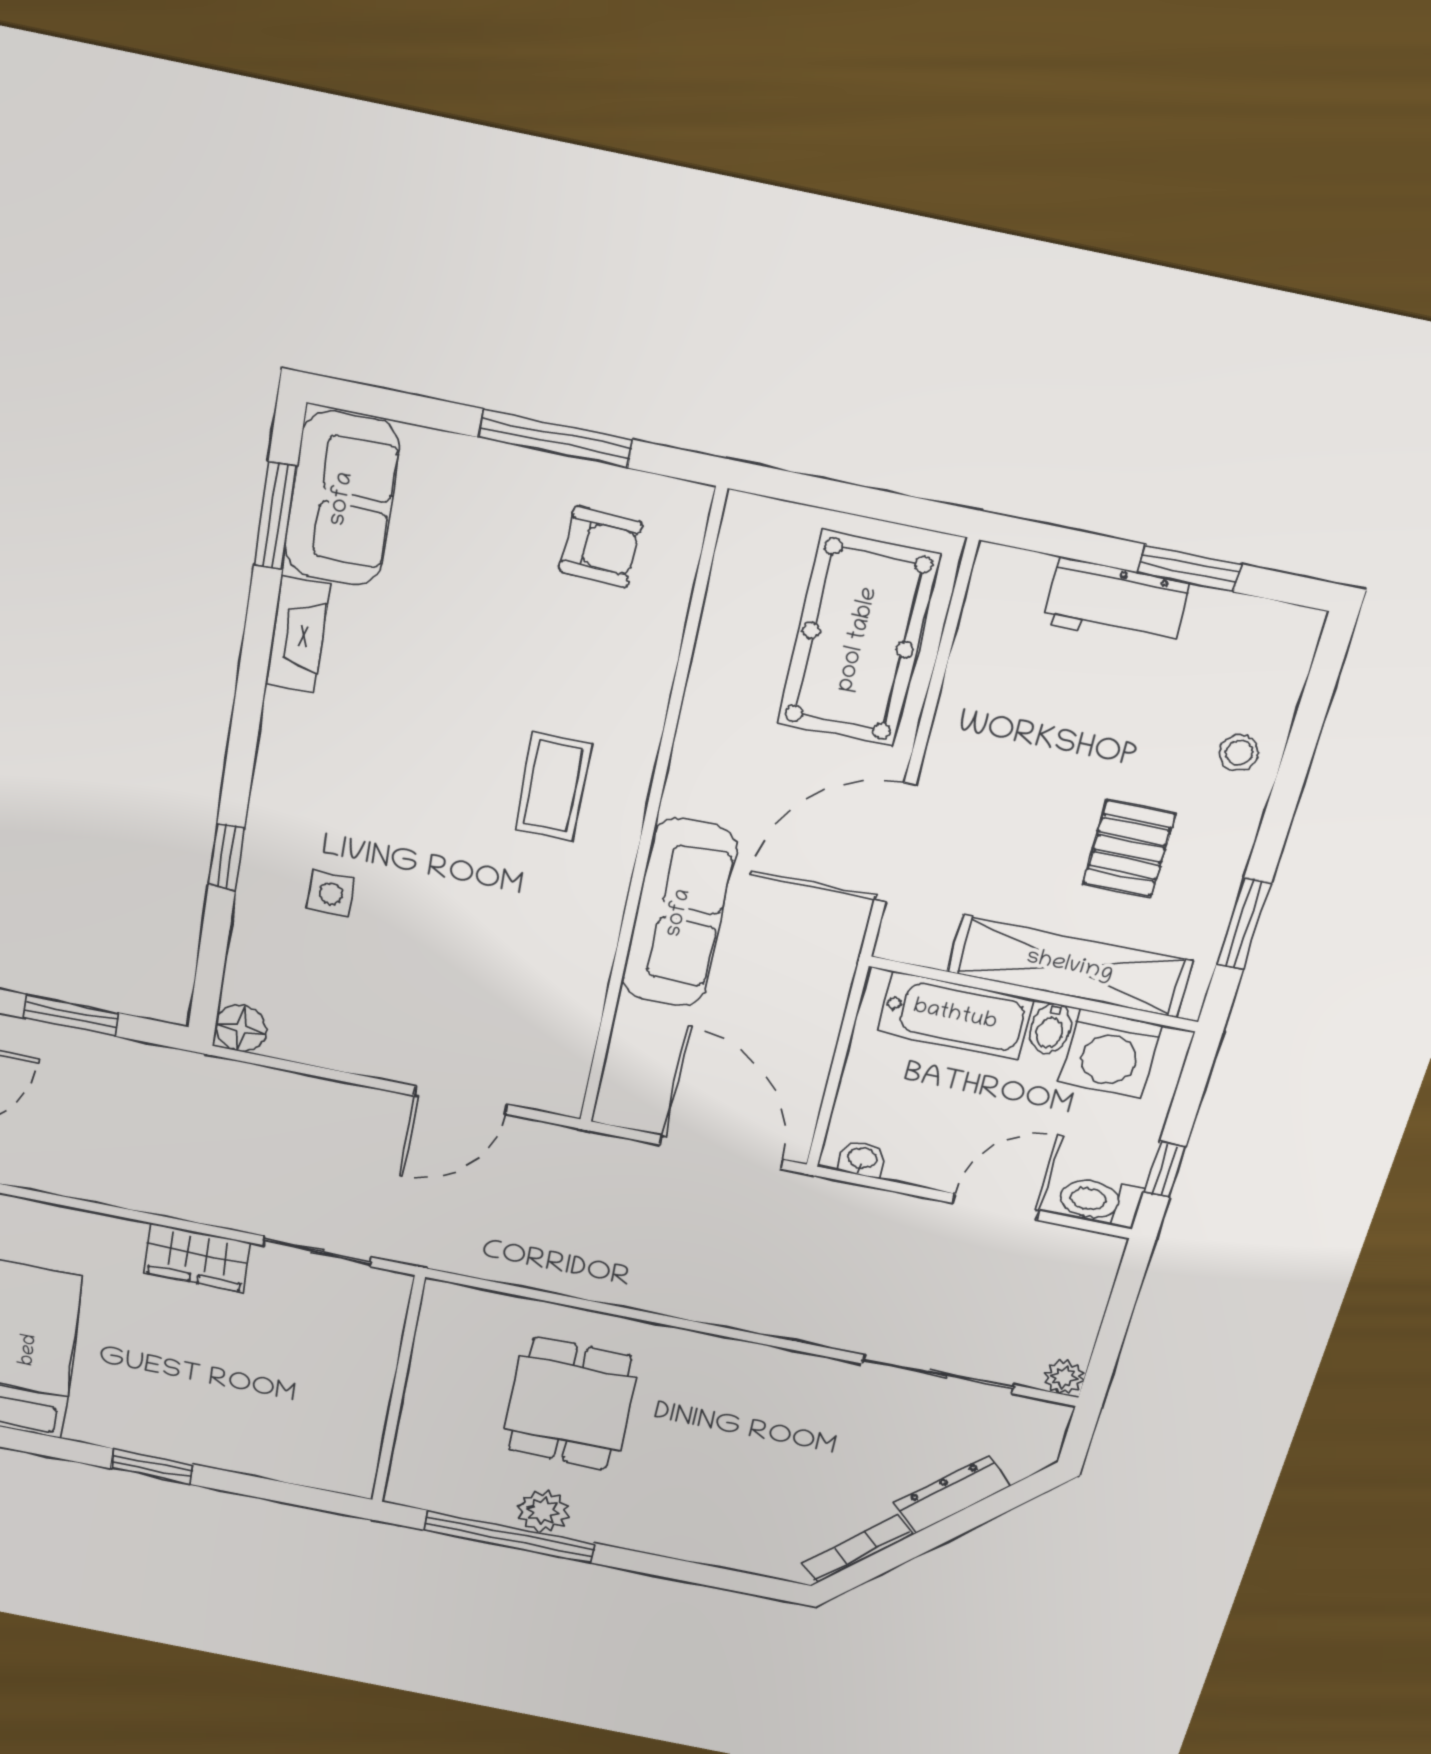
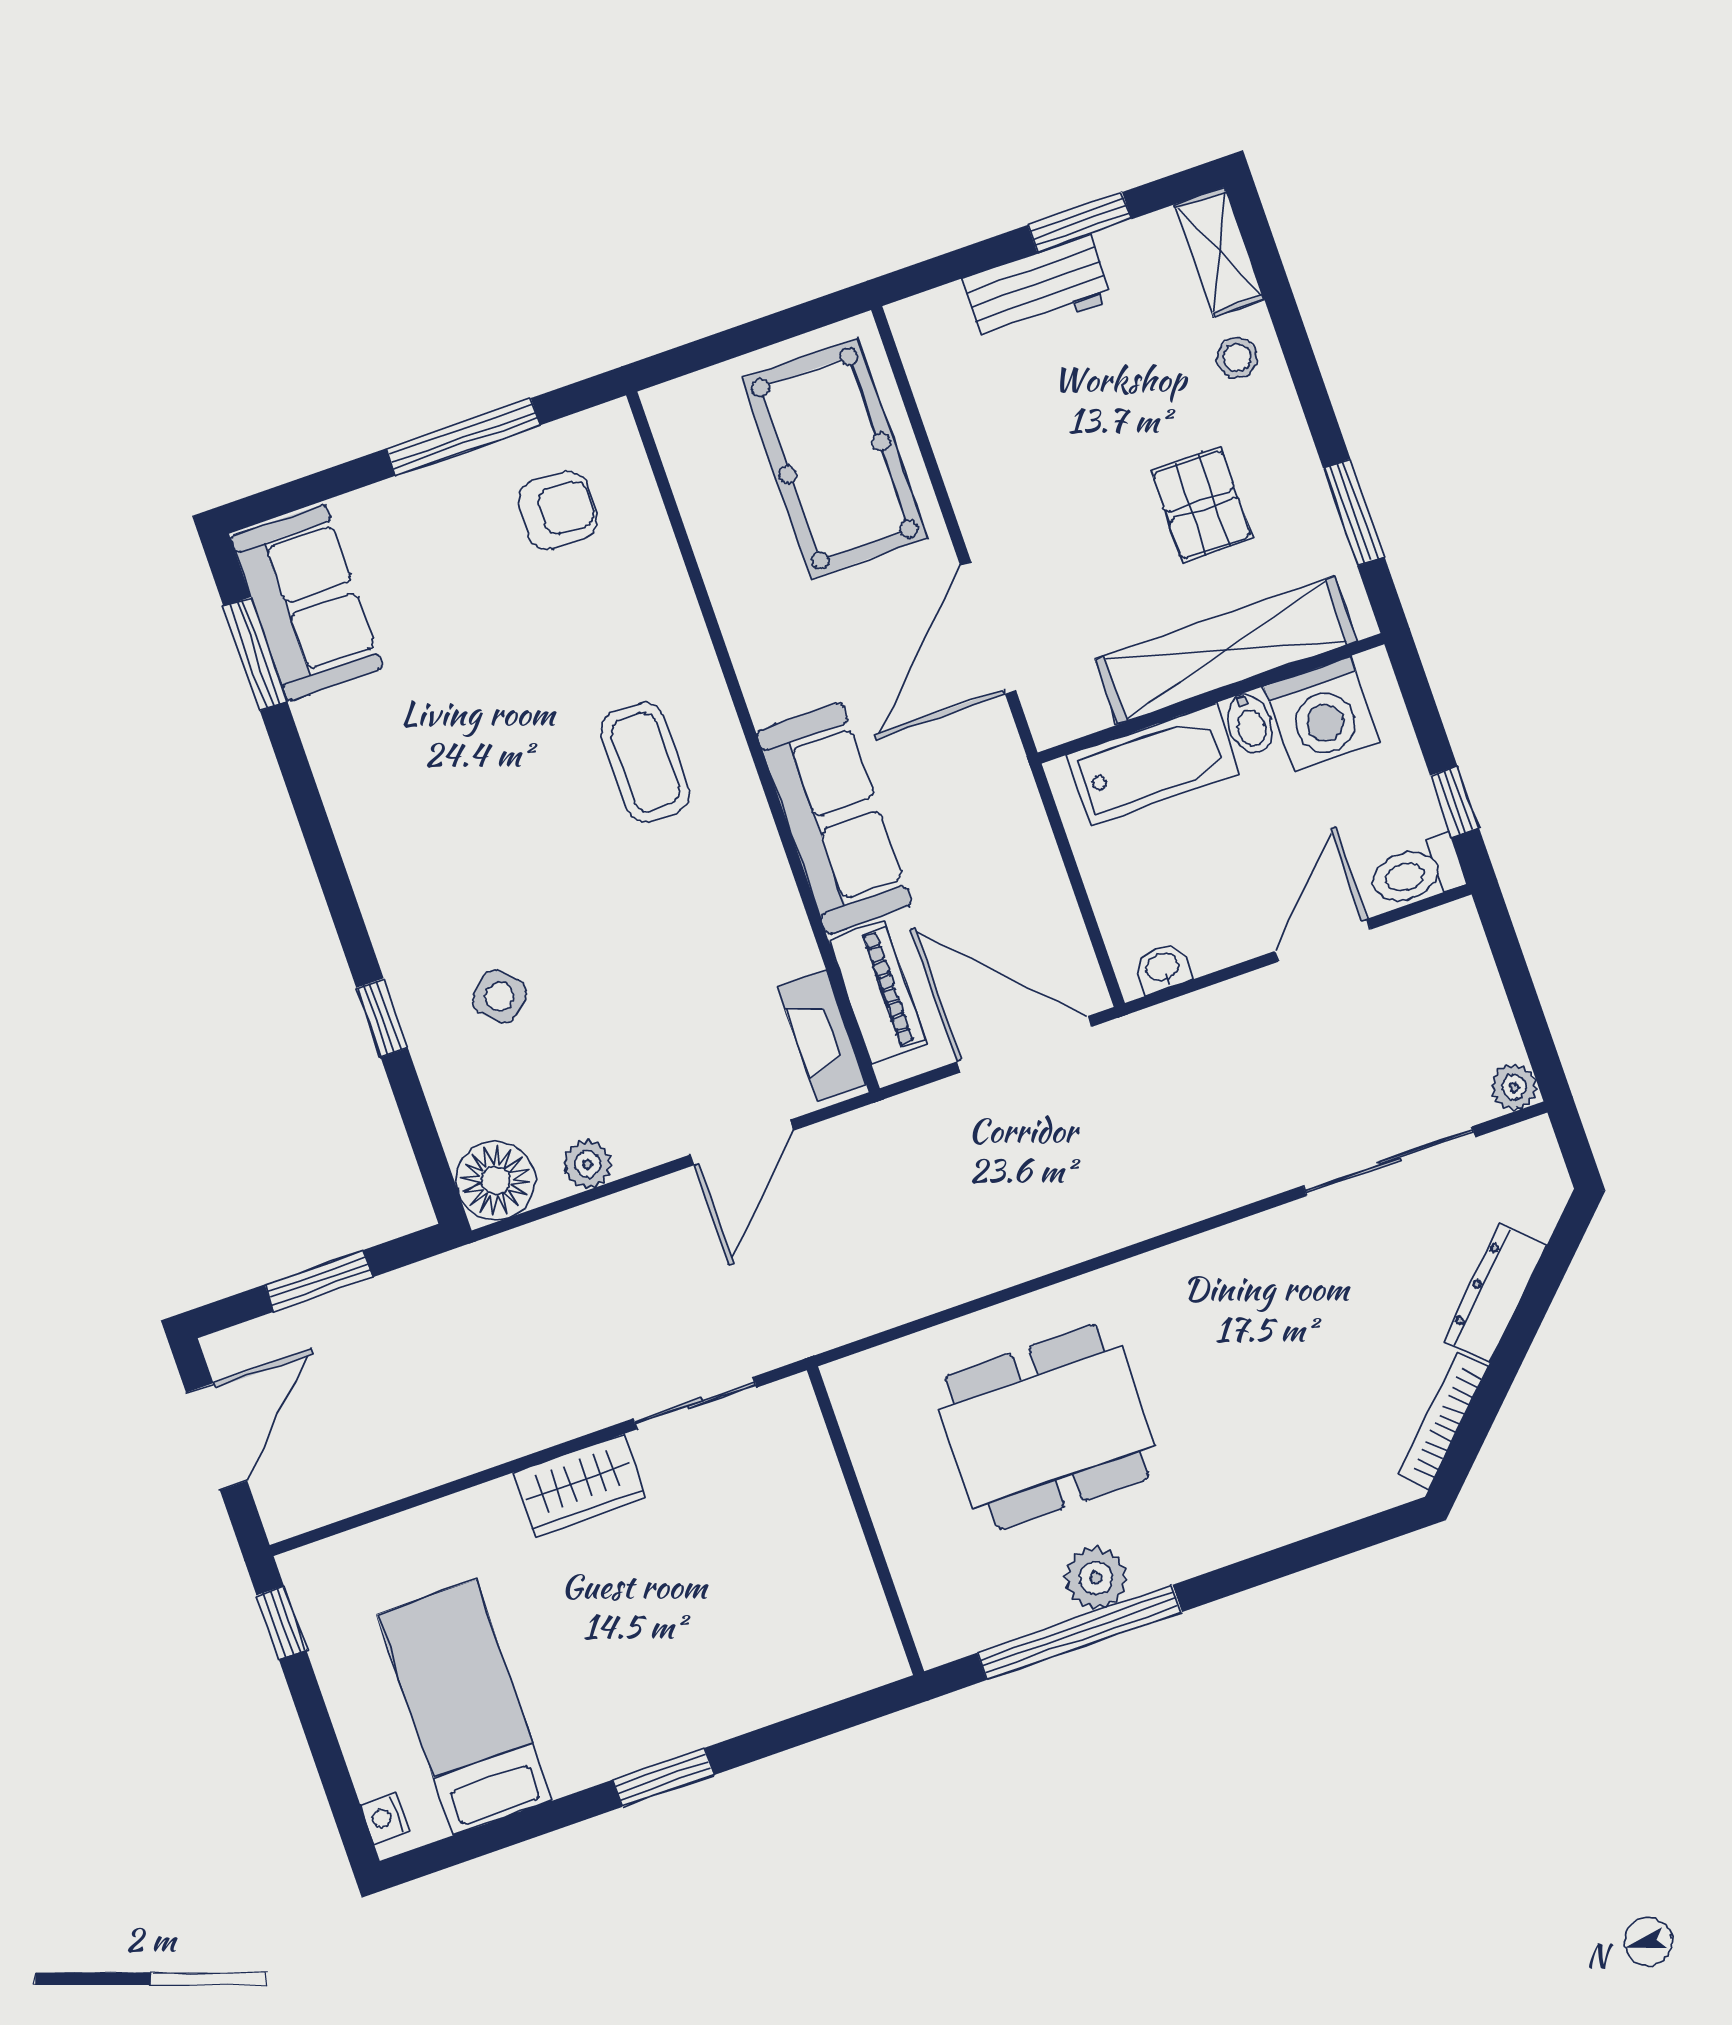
fireplace: (297, 635) -> (822, 1035), moved, turned 180
shelving: (1286, 661) -> (1219, 252), added
side table: (331, 894) -> (499, 996), turned 45
floor lamp: (241, 1028) -> (496, 1180), width x1.38, depth x1.38
plant: (331, 1050) -> (588, 1164), added
piano: (632, 1055) -> (878, 992), added
dining table: (570, 1404) -> (1047, 1427), width x1.38

